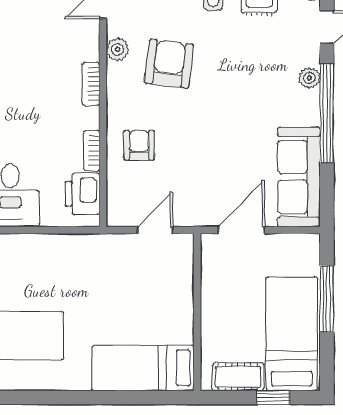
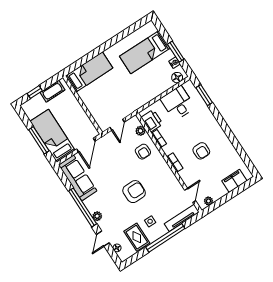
plant: (118, 49) -> (140, 131), moved
armchair: (169, 64) -> (134, 192), moved, turned -97
armchair: (25, 73) -> (201, 151), added
bed: (292, 334) -> (52, 136), moved, turned 180

